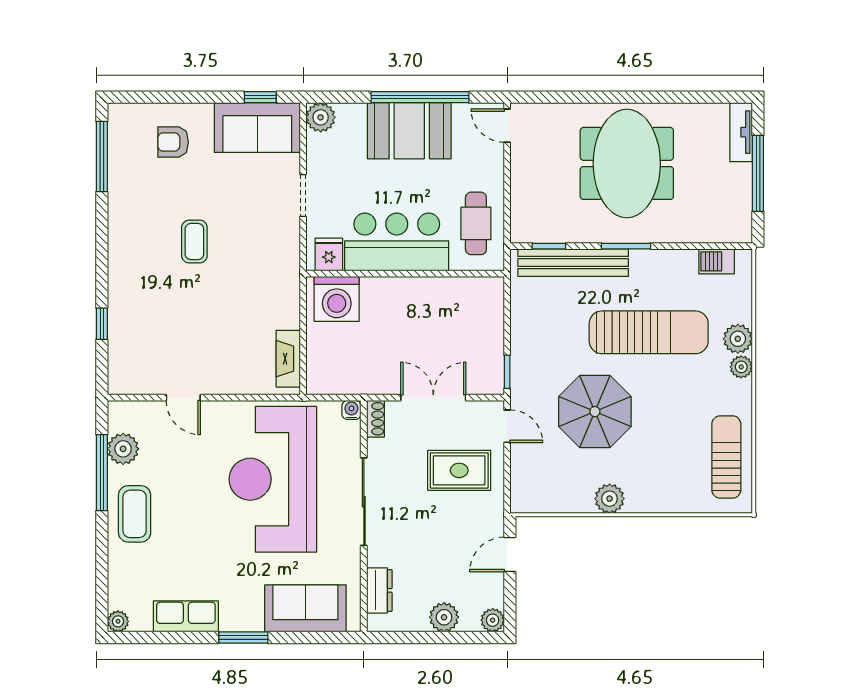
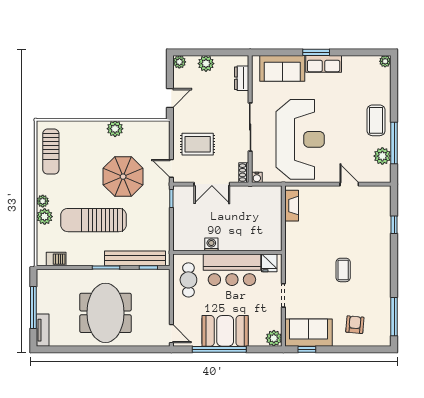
armchair: (173, 142) -> (355, 325), turned -85
washing machine: (337, 299) -> (211, 244), moved, width x0.53, depth x0.53
row of seats: (186, 616) -> (324, 64), moved

